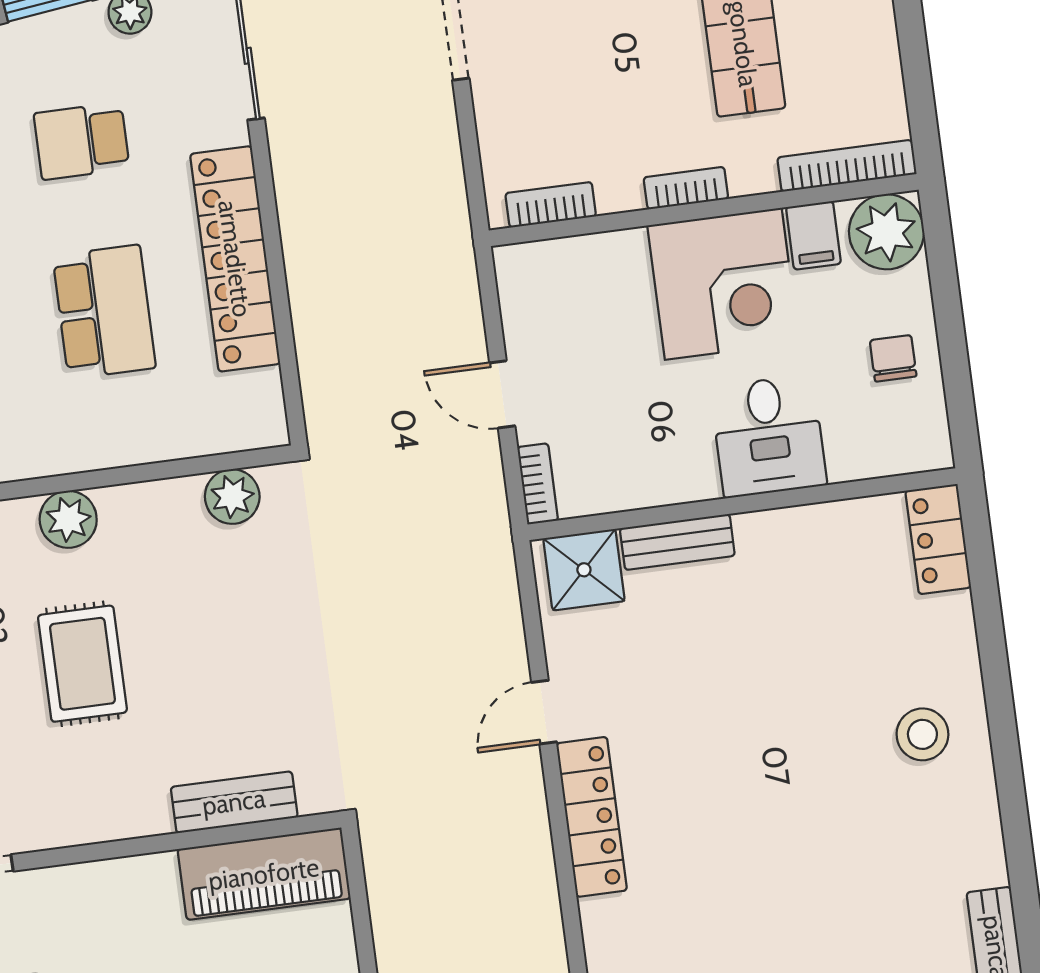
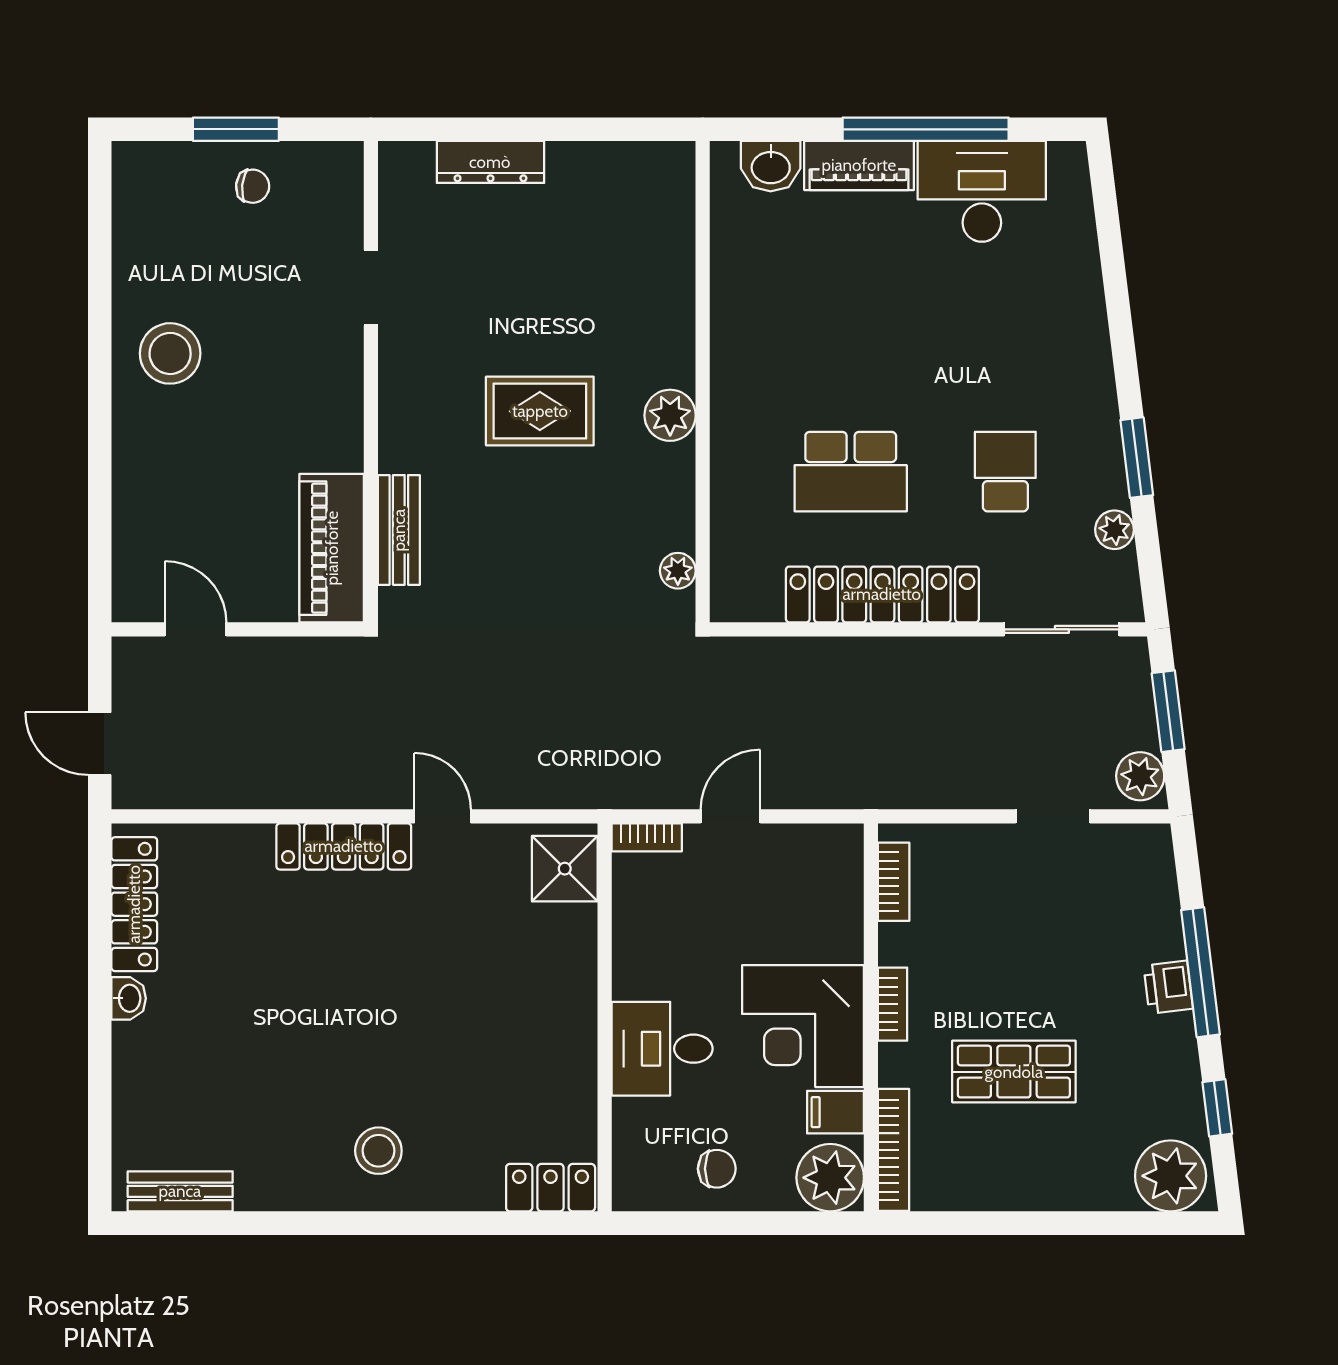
plant: (232, 497) -> (678, 571), width x0.73, depth x0.73
bench: (677, 542) -> (579, 955), removed

